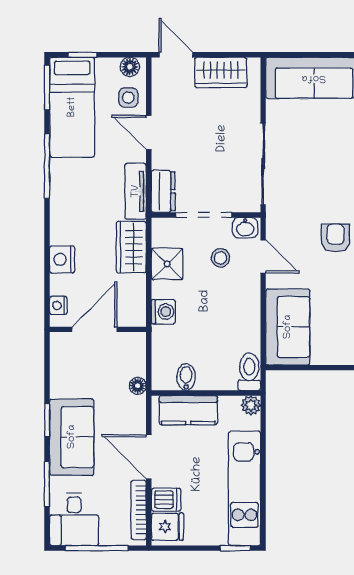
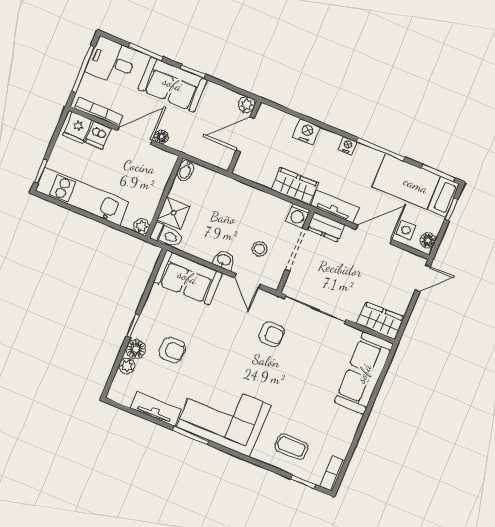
wardrobe: (221, 72) -> (380, 321), moved, turned 90
door: (149, 132) -> (374, 234), width x1.38
washbasin: (245, 228) -> (224, 260), moved, turned 90
armchair: (335, 238) -> (272, 334), moved
door: (263, 256) -> (247, 281), hinge flipped
shower: (167, 264) -> (173, 213), moved
nightstand: (58, 305) -> (348, 145), moved
washing machine: (163, 312) -> (298, 215), moved
door: (95, 329) -> (245, 134), swing flipped
plant: (60, 342) -> (247, 105), added
bidet: (186, 377) -> (185, 170), moved, turned 90
floor lamp: (138, 386) -> (161, 137), moved
kitchen counter: (188, 410) -> (157, 179), removed

